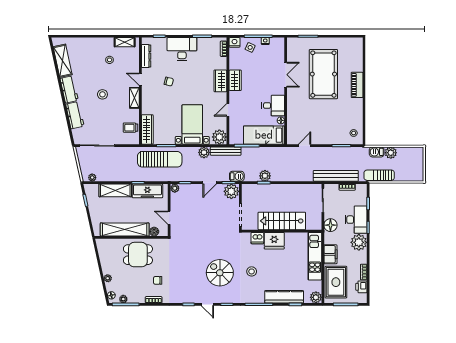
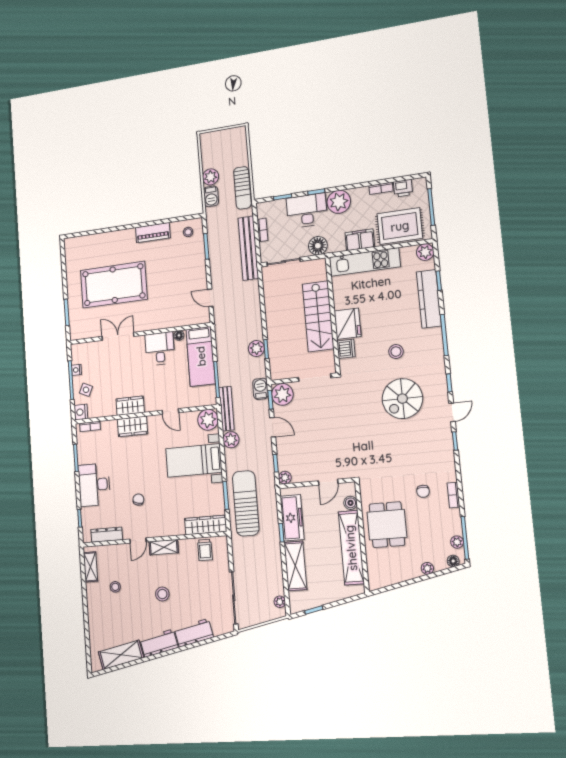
piano: (357, 85) -> (153, 233), moved

